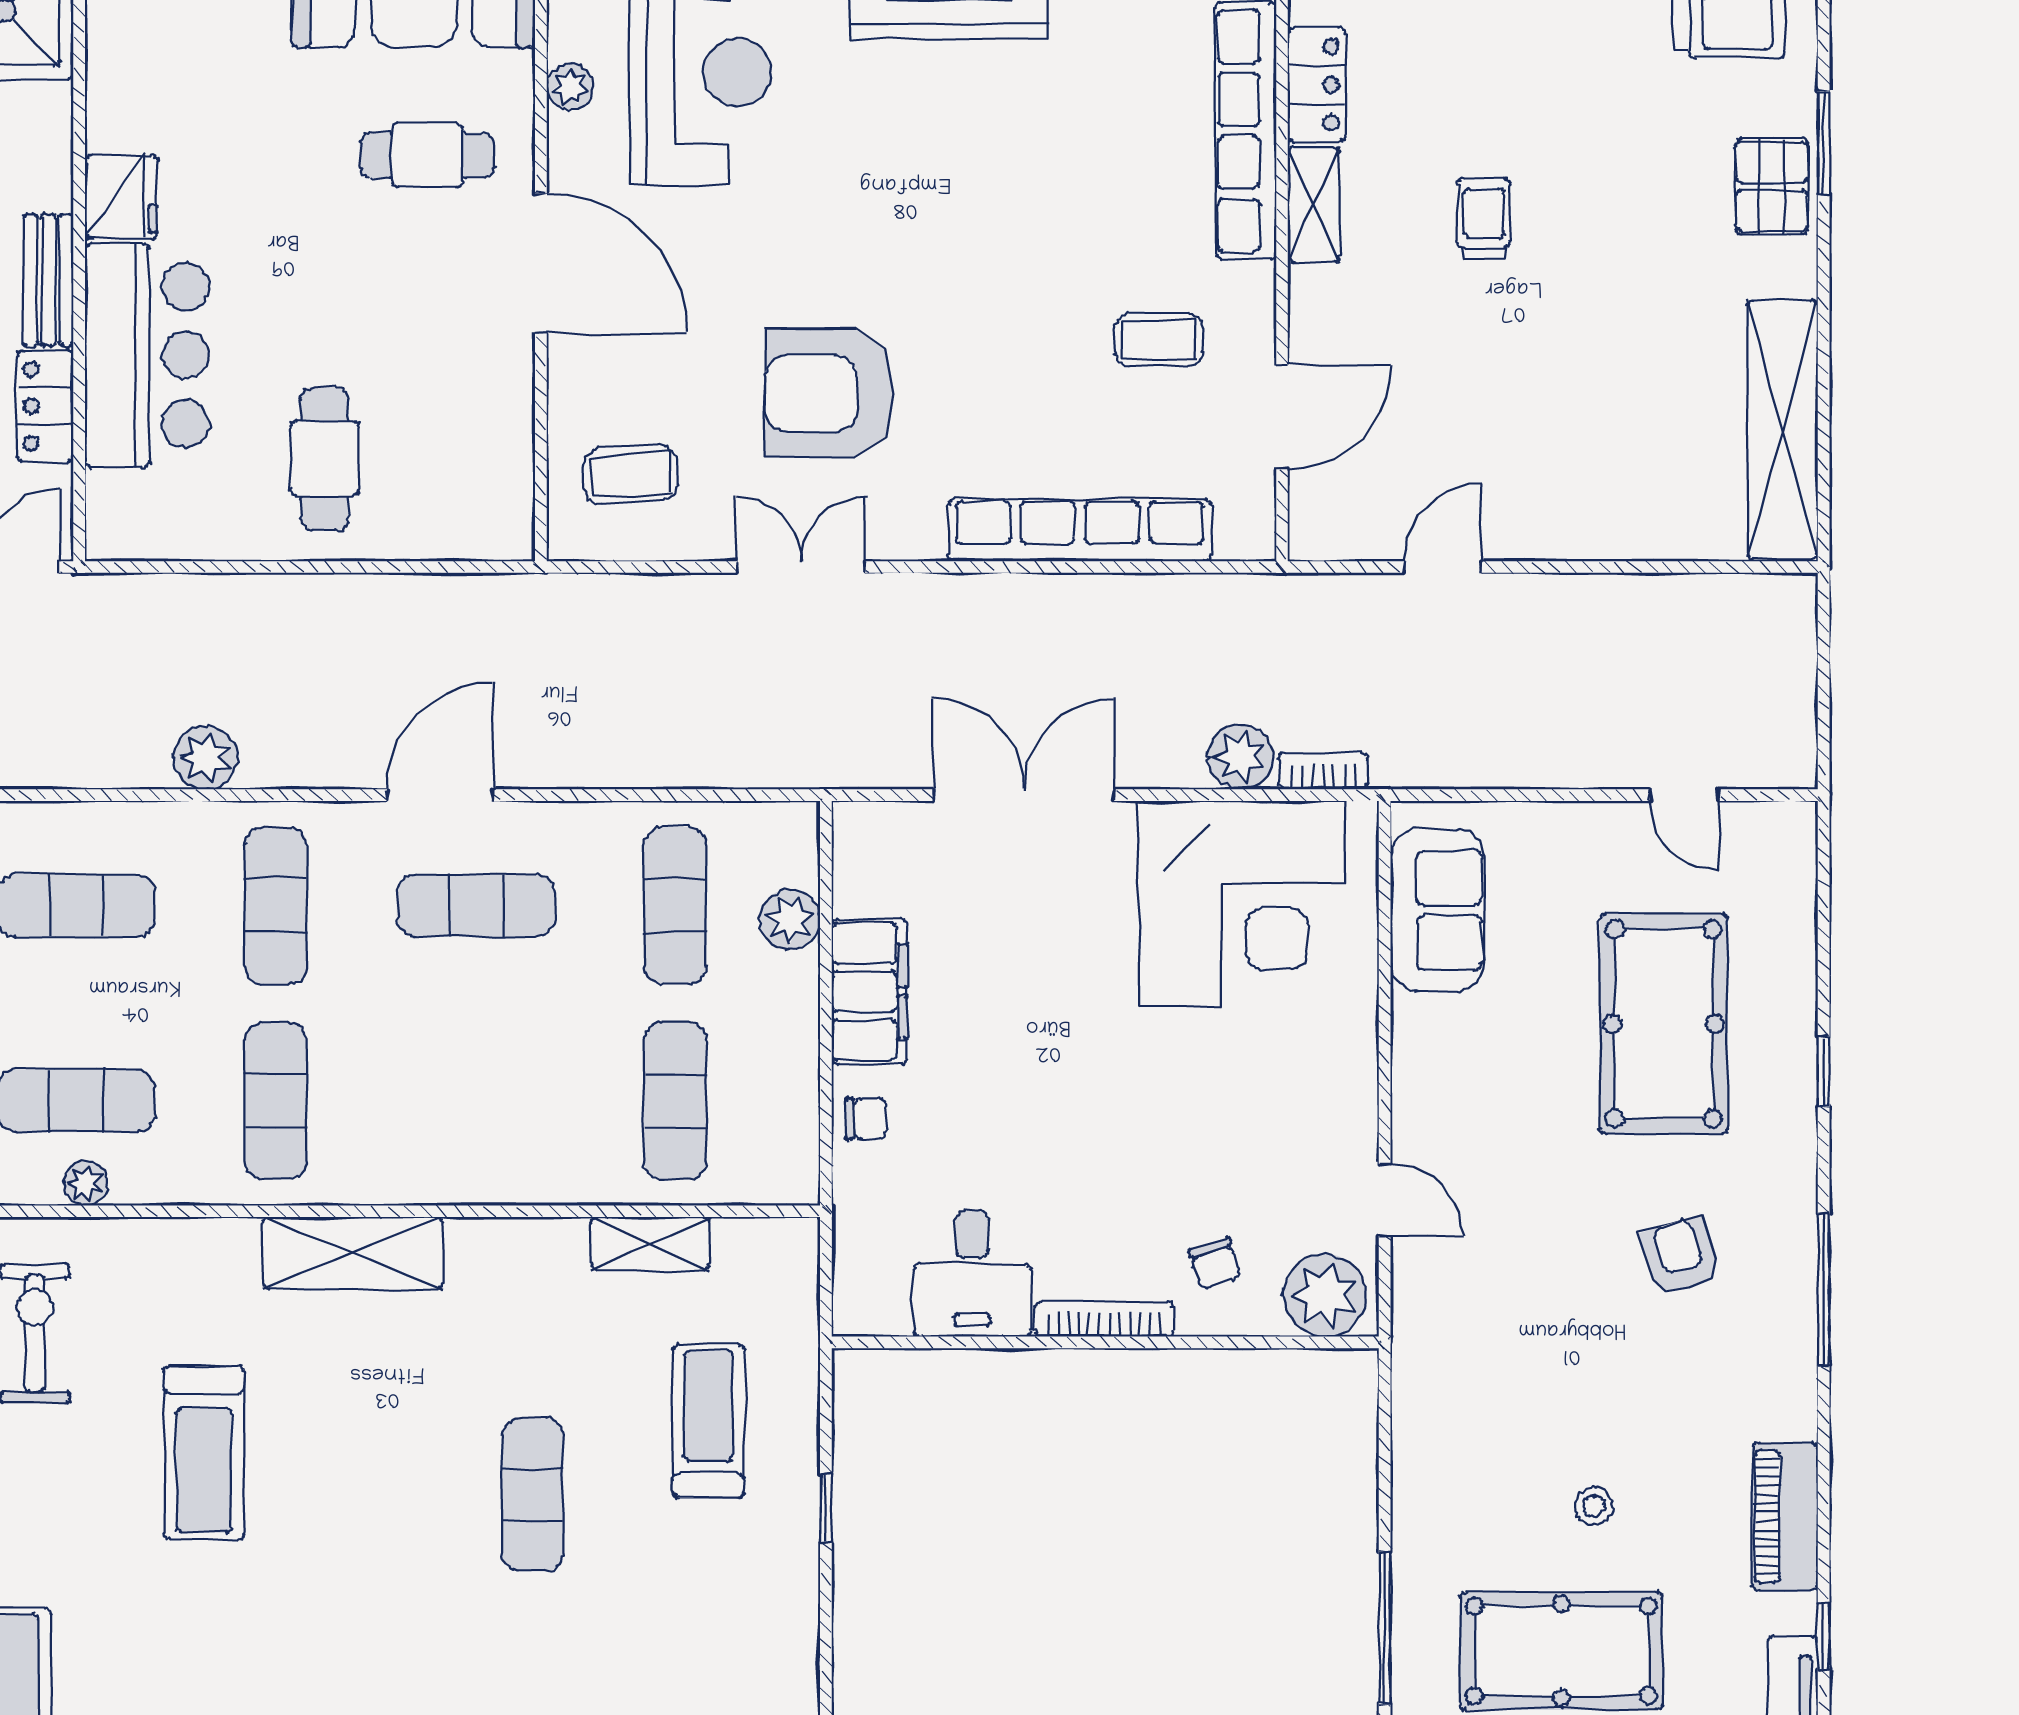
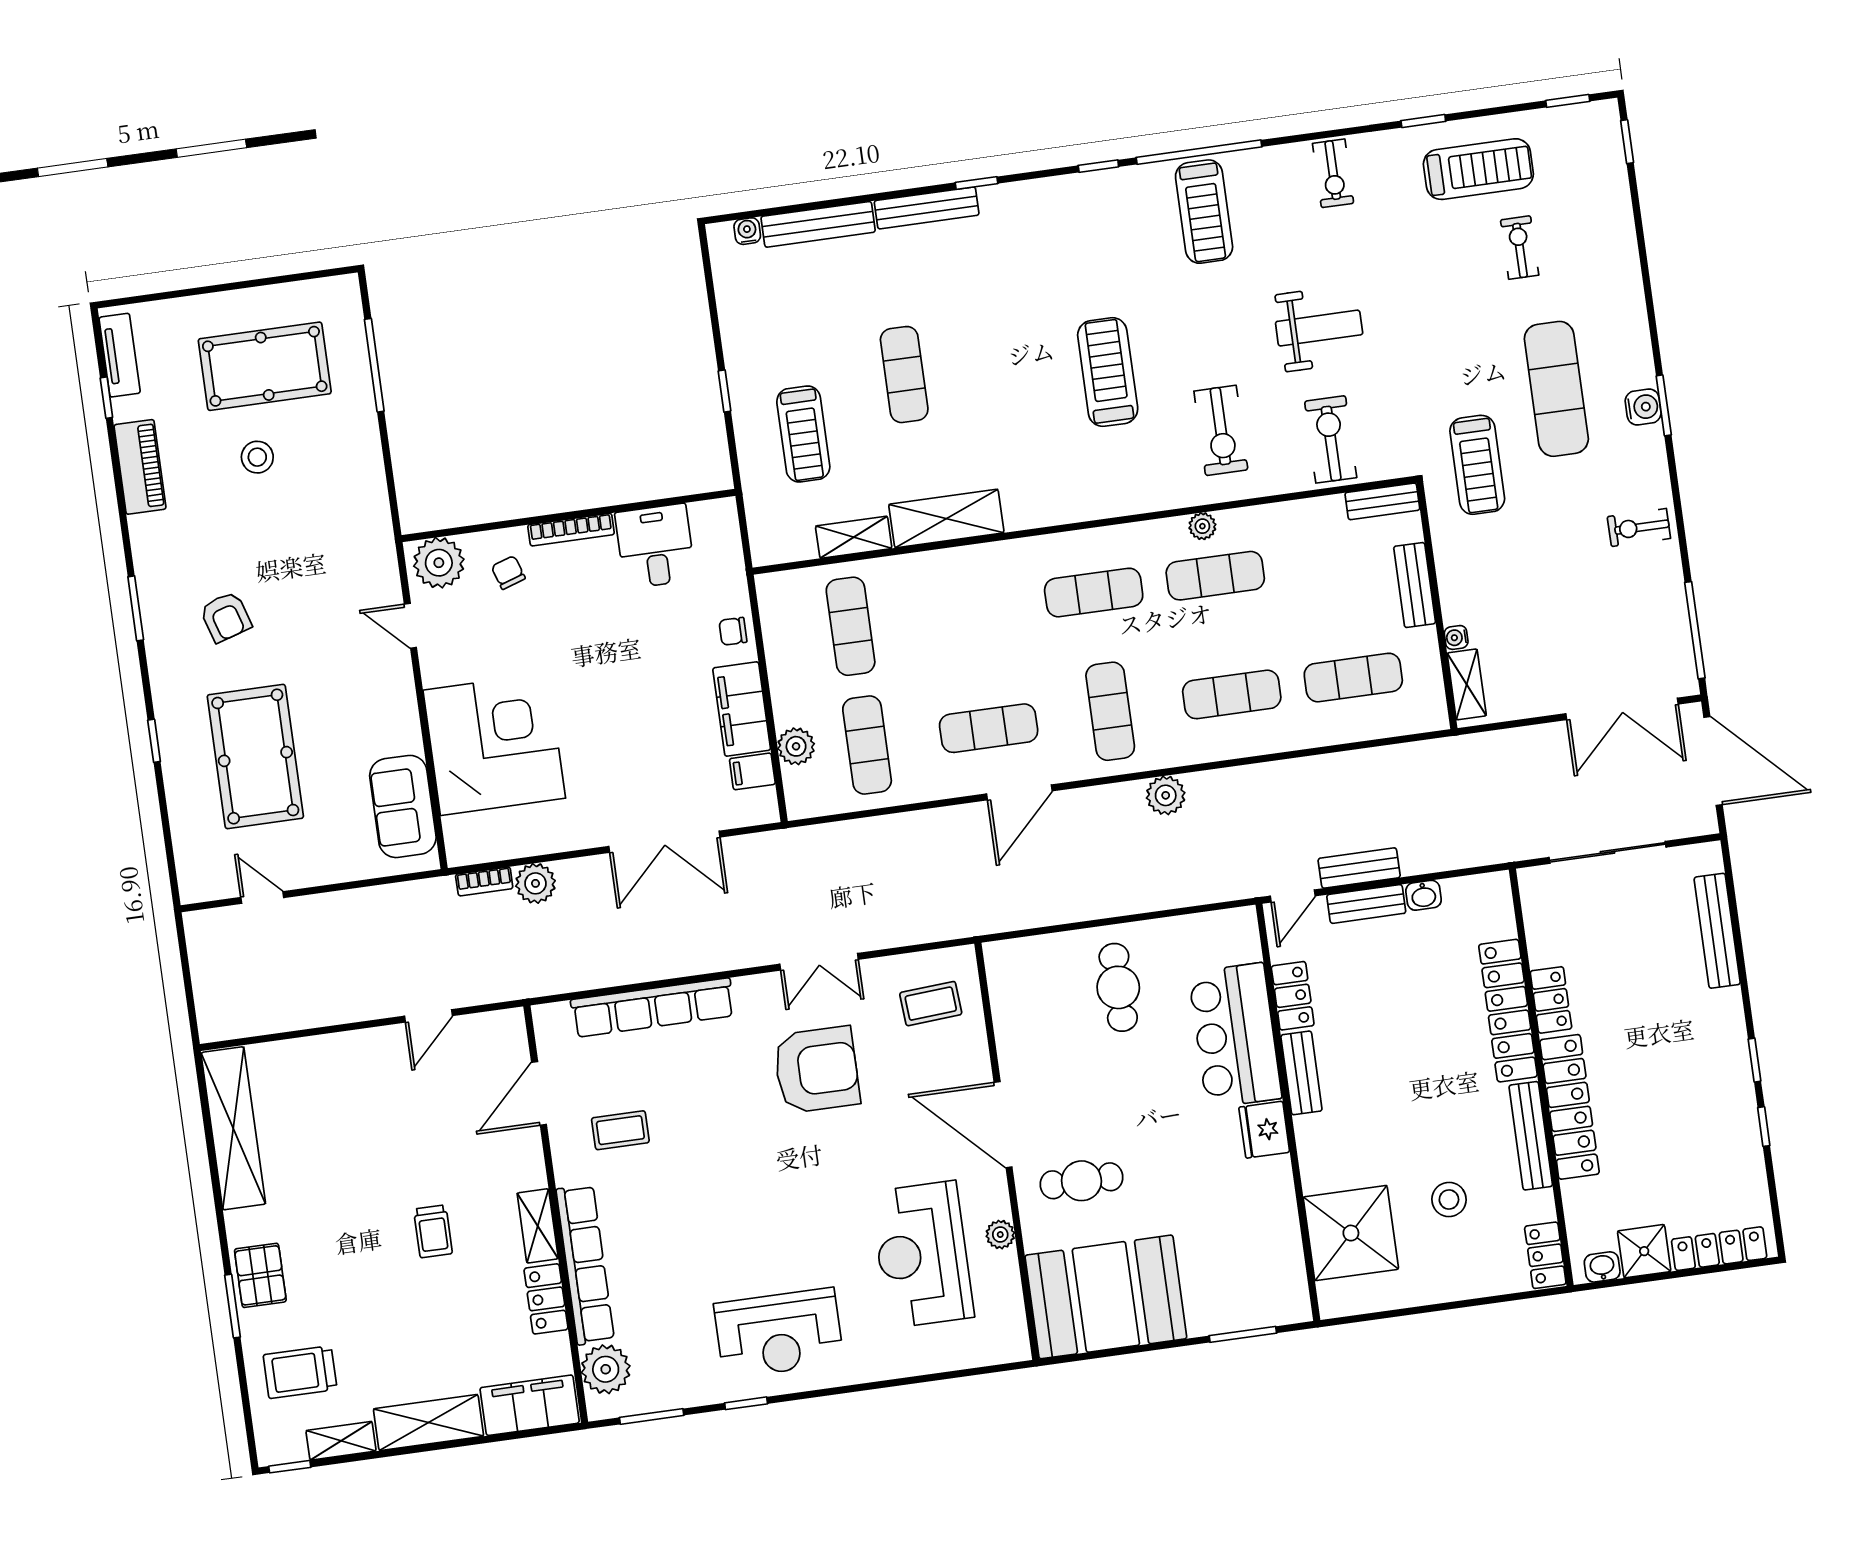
filing cabinet: (866, 889) -> (752, 771), added
corner desk: (1242, 904) -> (494, 744), moved, turned 90
exercise mat: (276, 1101) -> (1094, 593), turned 90
shelving: (353, 1253) -> (946, 519), moved
window: (1824, 1289) -> (136, 608), width x0.69
stool: (1594, 1506) -> (257, 457), width x1.37, depth x1.37

